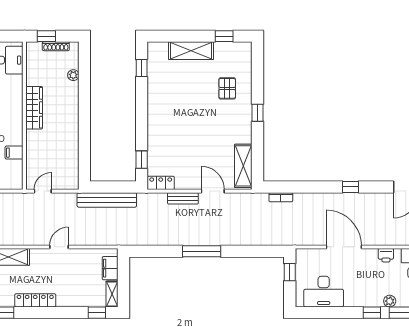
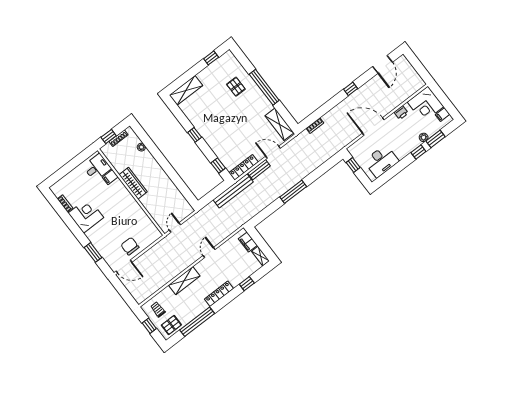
shelving: (191, 51) -> (186, 90), moved
window: (142, 68) -> (195, 135), moved
window: (258, 113) -> (264, 87), width x3.17
filing cabinet: (14, 153) -> (110, 177), moved
locker: (161, 183) -> (244, 167), width x1.53
bench: (107, 200) -> (233, 191), moved
window: (97, 313) -> (247, 284), moved

